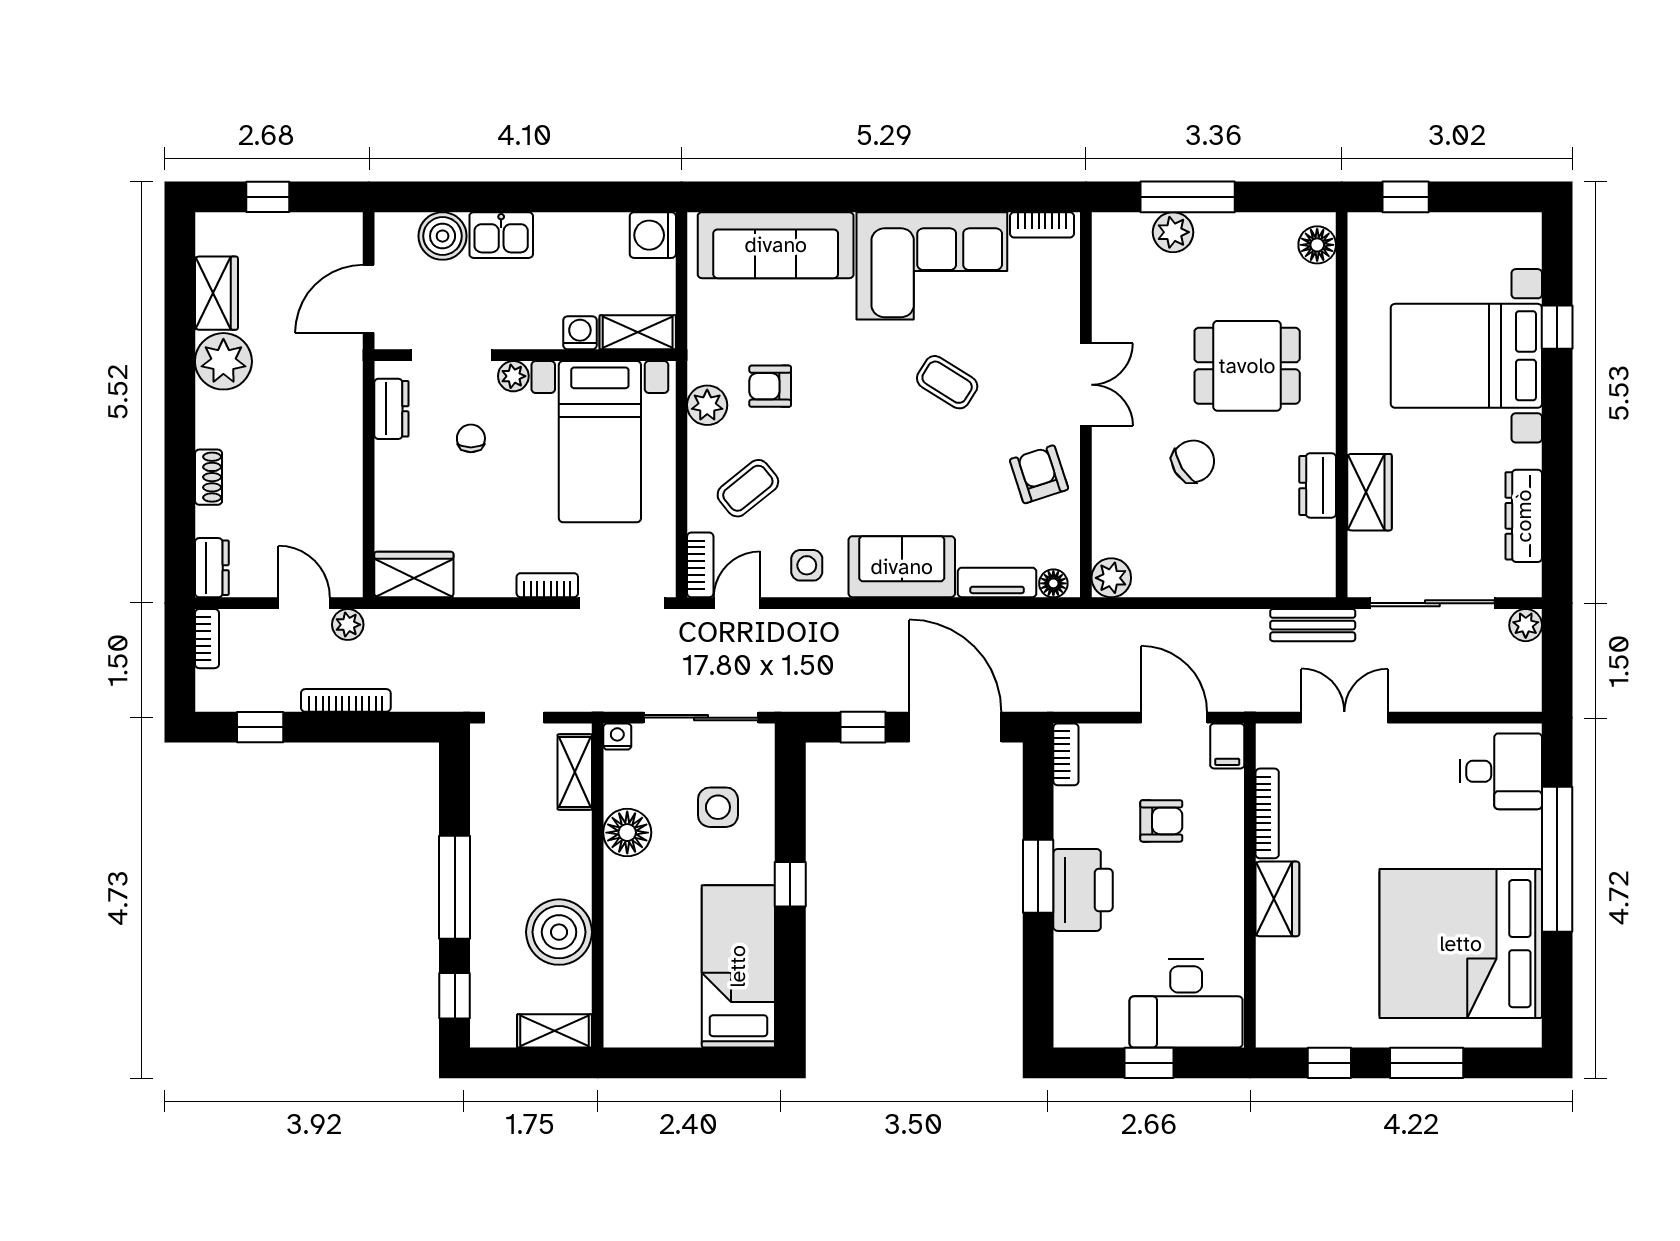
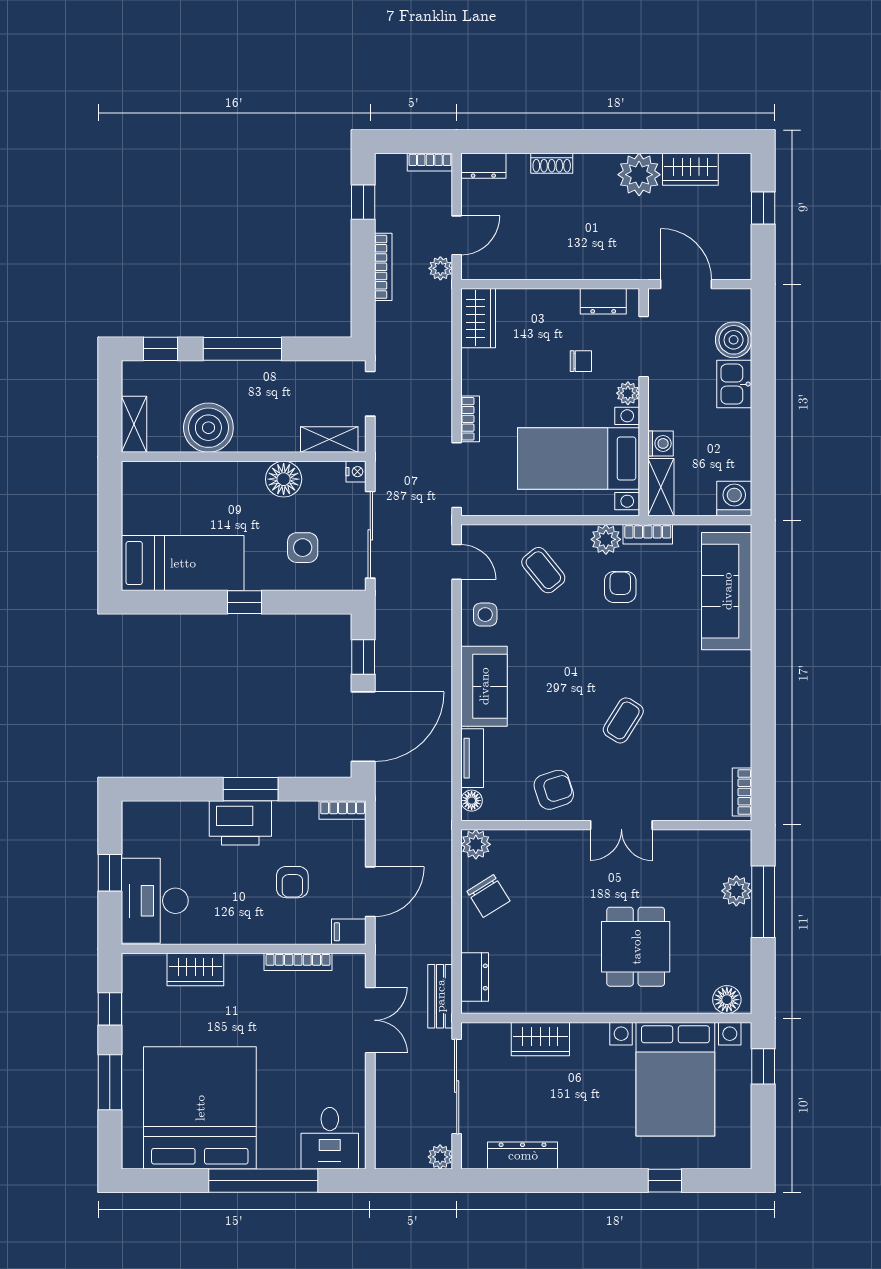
corner sofa: (932, 266) -> (711, 709), removed
bed with nightstands: (1466, 356) -> (675, 1079), moved, turned 180
chair: (1193, 461) -> (488, 896), moved
dresser: (1318, 485) -> (475, 977), moved, turned 90
bookcase: (700, 565) -> (648, 534), moved
wardrobe: (1277, 899) -> (195, 970), moved

